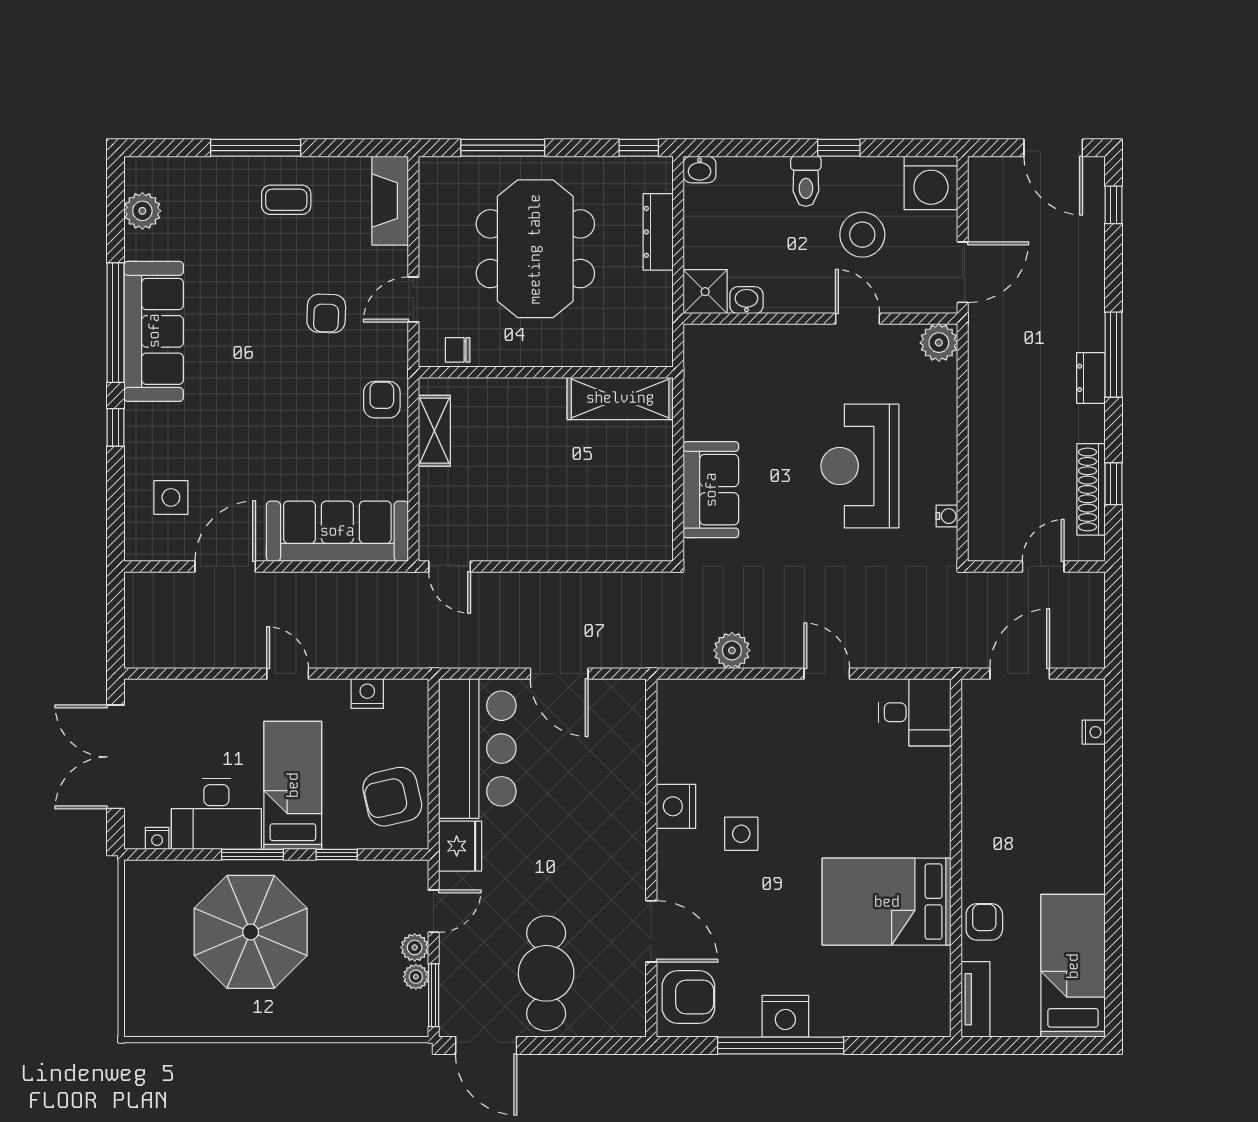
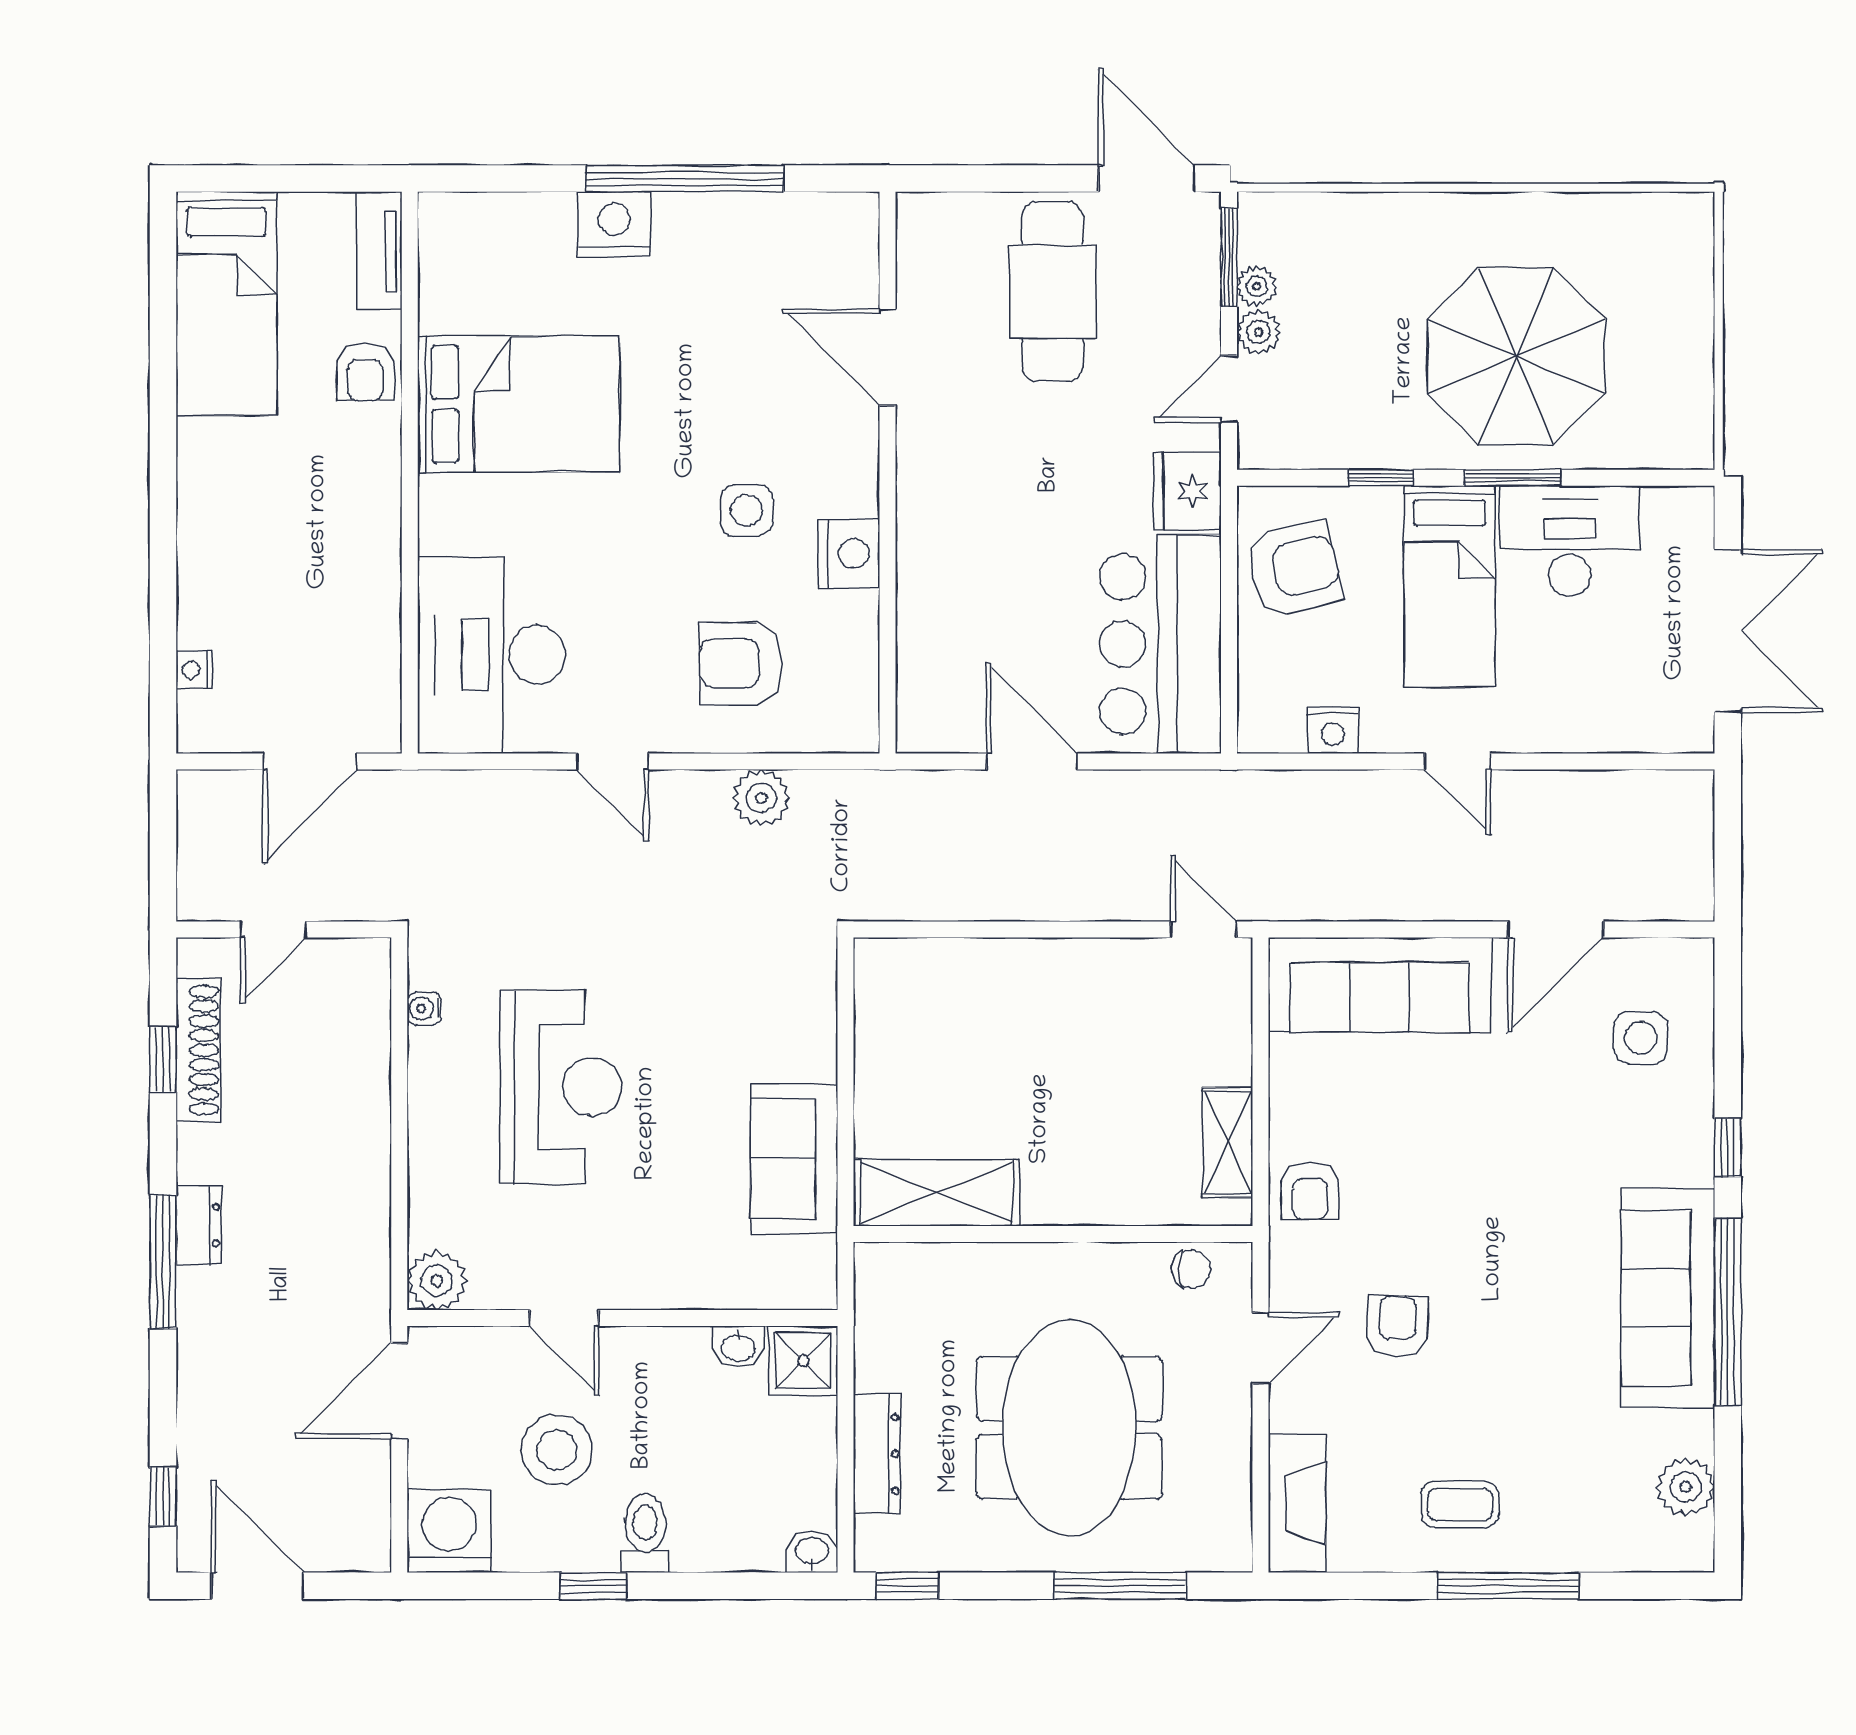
sofa: (711, 490) -> (794, 1159), moved
desk: (915, 712) -> (491, 655), width x1.87, depth x1.30
nightstand: (157, 838) -> (1662, 503), removed
armchair: (688, 997) -> (741, 663), moved
nightstand: (785, 1016) -> (614, 224), moved

